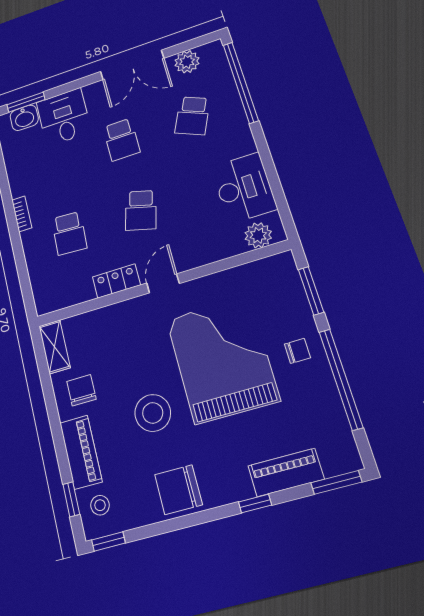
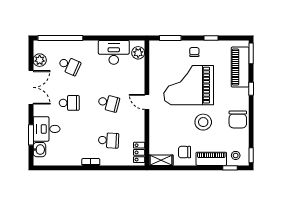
window: (26, 102) -> (31, 135), moved
locker: (116, 281) -> (139, 152), moved
window: (341, 379) -> (211, 38), width x0.32
piano: (286, 472) -> (240, 67), width x1.37, depth x1.33

